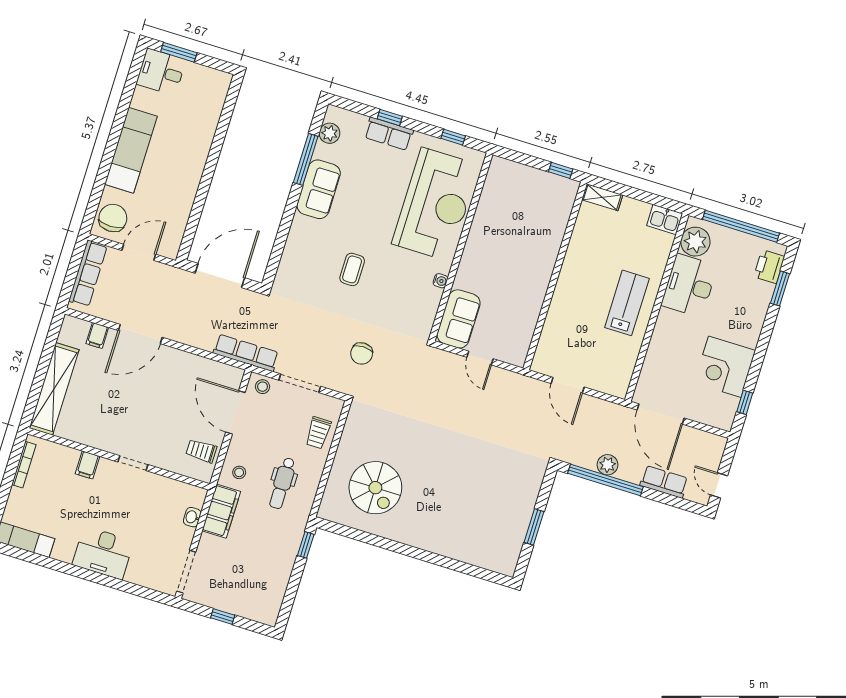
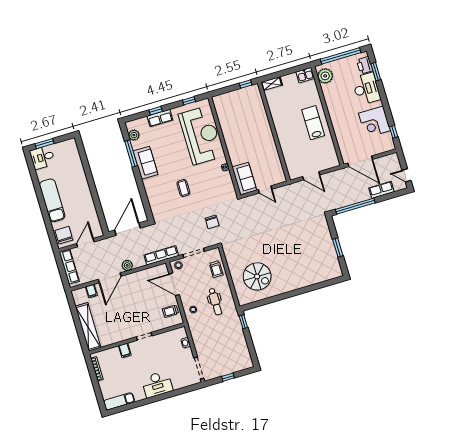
desk: (689, 285) -> (366, 89), moved, turned 180
plant: (607, 465) -> (127, 265), moved
filing cabinet: (221, 511) -> (197, 332), removed

